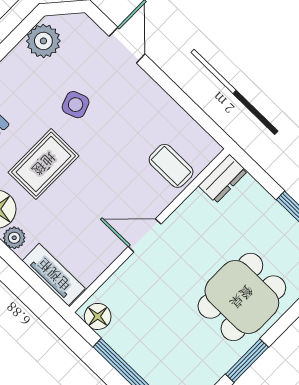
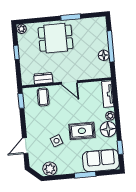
window: (207, 123) -> (21, 101), added
dresser: (223, 179) -> (43, 78), moved
floor lamp: (98, 316) -> (104, 55), moved

